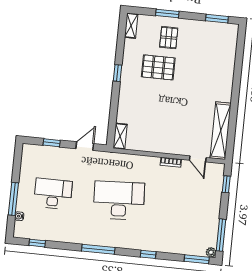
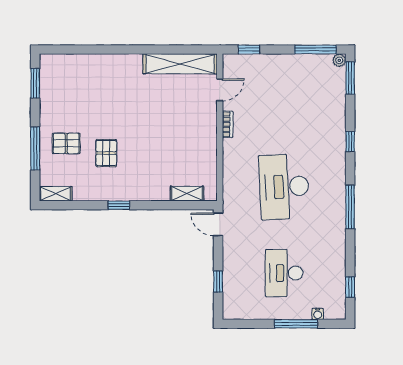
window: (167, 14) -> (35, 148), width x1.44
pallet: (158, 67) -> (106, 153), width x0.67, depth x0.71
shelving: (120, 136) -> (187, 194), moved
door: (85, 146) -> (218, 224), moved

